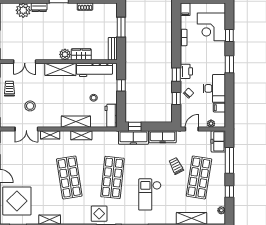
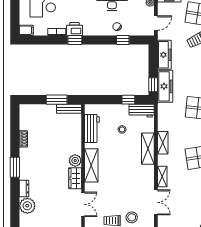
window: (121, 27) -> (57, 100), moved
wardrobe: (81, 54) -> (75, 178), moved
workbench: (95, 70) -> (92, 128), width x0.73
printer: (186, 71) -> (75, 29), moved
window: (176, 75) -> (75, 40), moved
window: (121, 85) -> (128, 100), moved
stool: (30, 106) -> (132, 217), moved
door: (192, 129) -> (156, 23), swing flipped

